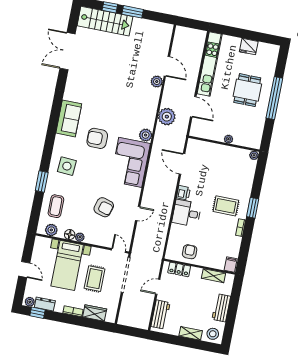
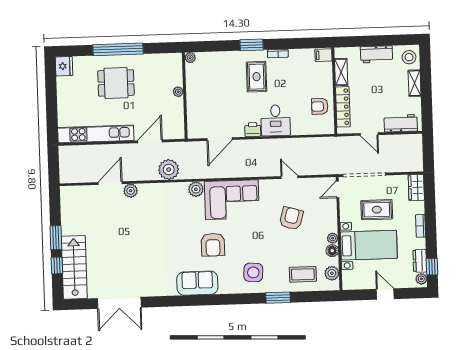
fridge: (249, 47) -> (64, 66), moved
locker: (179, 269) -> (343, 107), width x1.53
door: (24, 270) -> (385, 294), hinge flipped
wardrobe: (95, 313) -> (416, 187), moved

